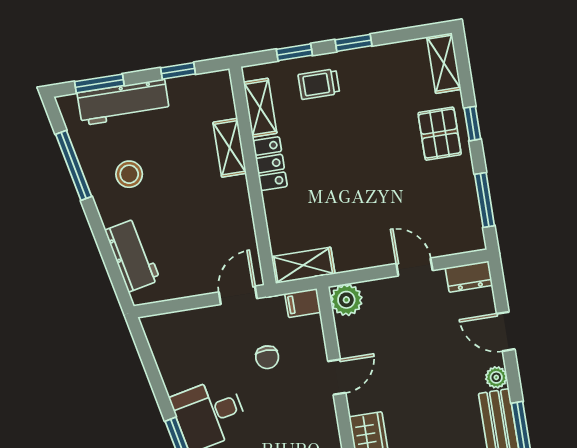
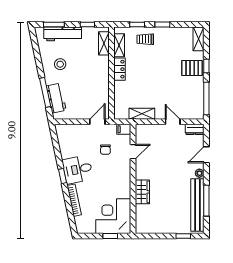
pallet: (440, 134) -> (192, 68), turned 90
shelving: (230, 148) -> (104, 43), moved
window: (74, 165) -> (45, 92), moved
window: (485, 200) -> (206, 99), width x1.44
shelving: (303, 265) -> (142, 114), moved
plant: (346, 300) -> (142, 131), removed
door: (506, 331) -> (206, 155), hinge flipped
door: (337, 377) -> (133, 152), moved

